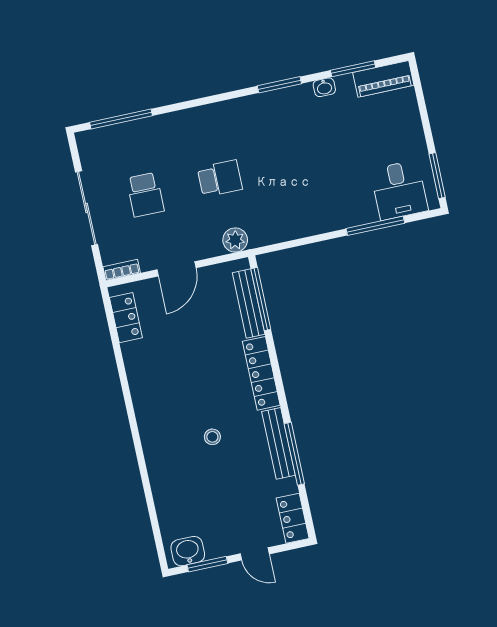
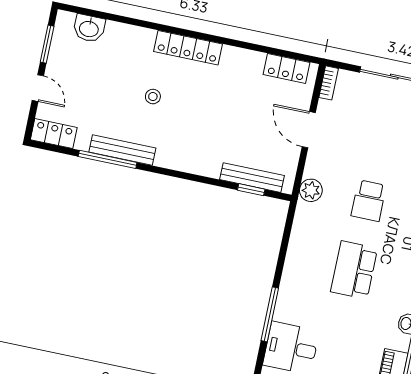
school desk: (145, 195) -> (354, 270), moved, width x1.85
window: (261, 299) -> (251, 190), width x0.46
locker: (261, 373) -> (188, 48), moved, turned 180
washbasin: (188, 551) -> (89, 28), moved, turned 90
door: (255, 554) -> (38, 88), swing flipped

